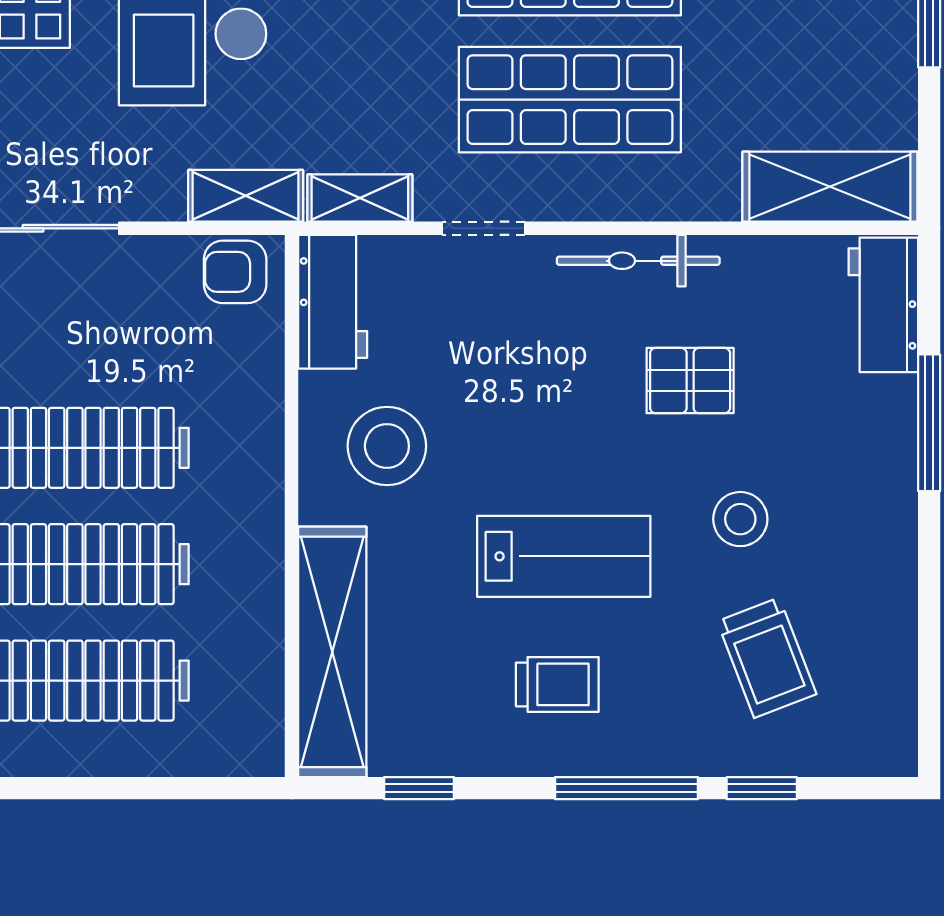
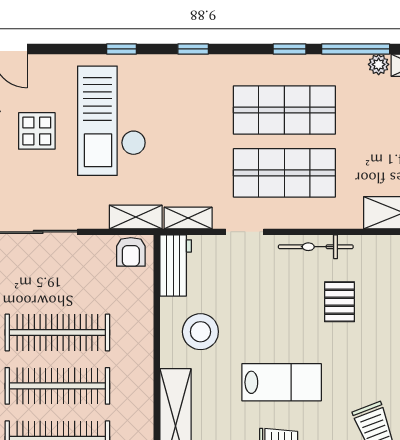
armchair: (235, 272) -> (131, 252), turned -90
pallet: (690, 381) -> (339, 302), turned 90
stool: (740, 519) -> (363, 365), removed

